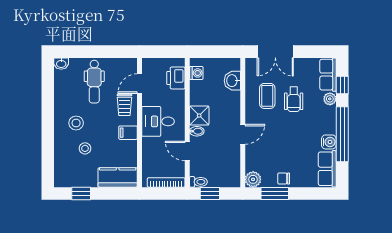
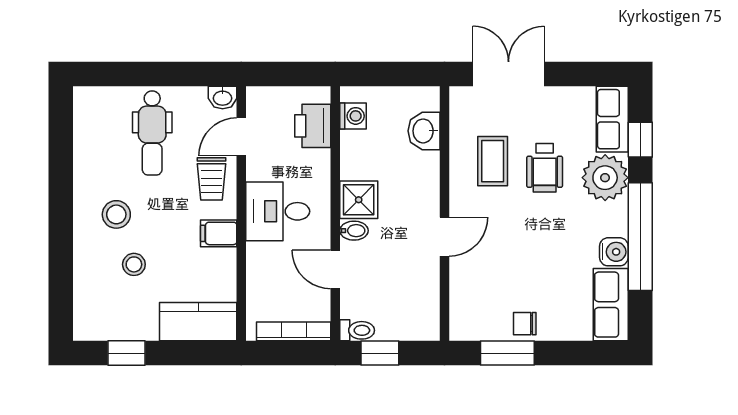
double door: (275, 52) -> (509, 74), swing flipped
washbasin: (61, 64) -> (223, 98), moved
plant: (330, 99) -> (605, 178), width x1.87, depth x1.87
plant: (253, 179) -> (465, 325), removed

